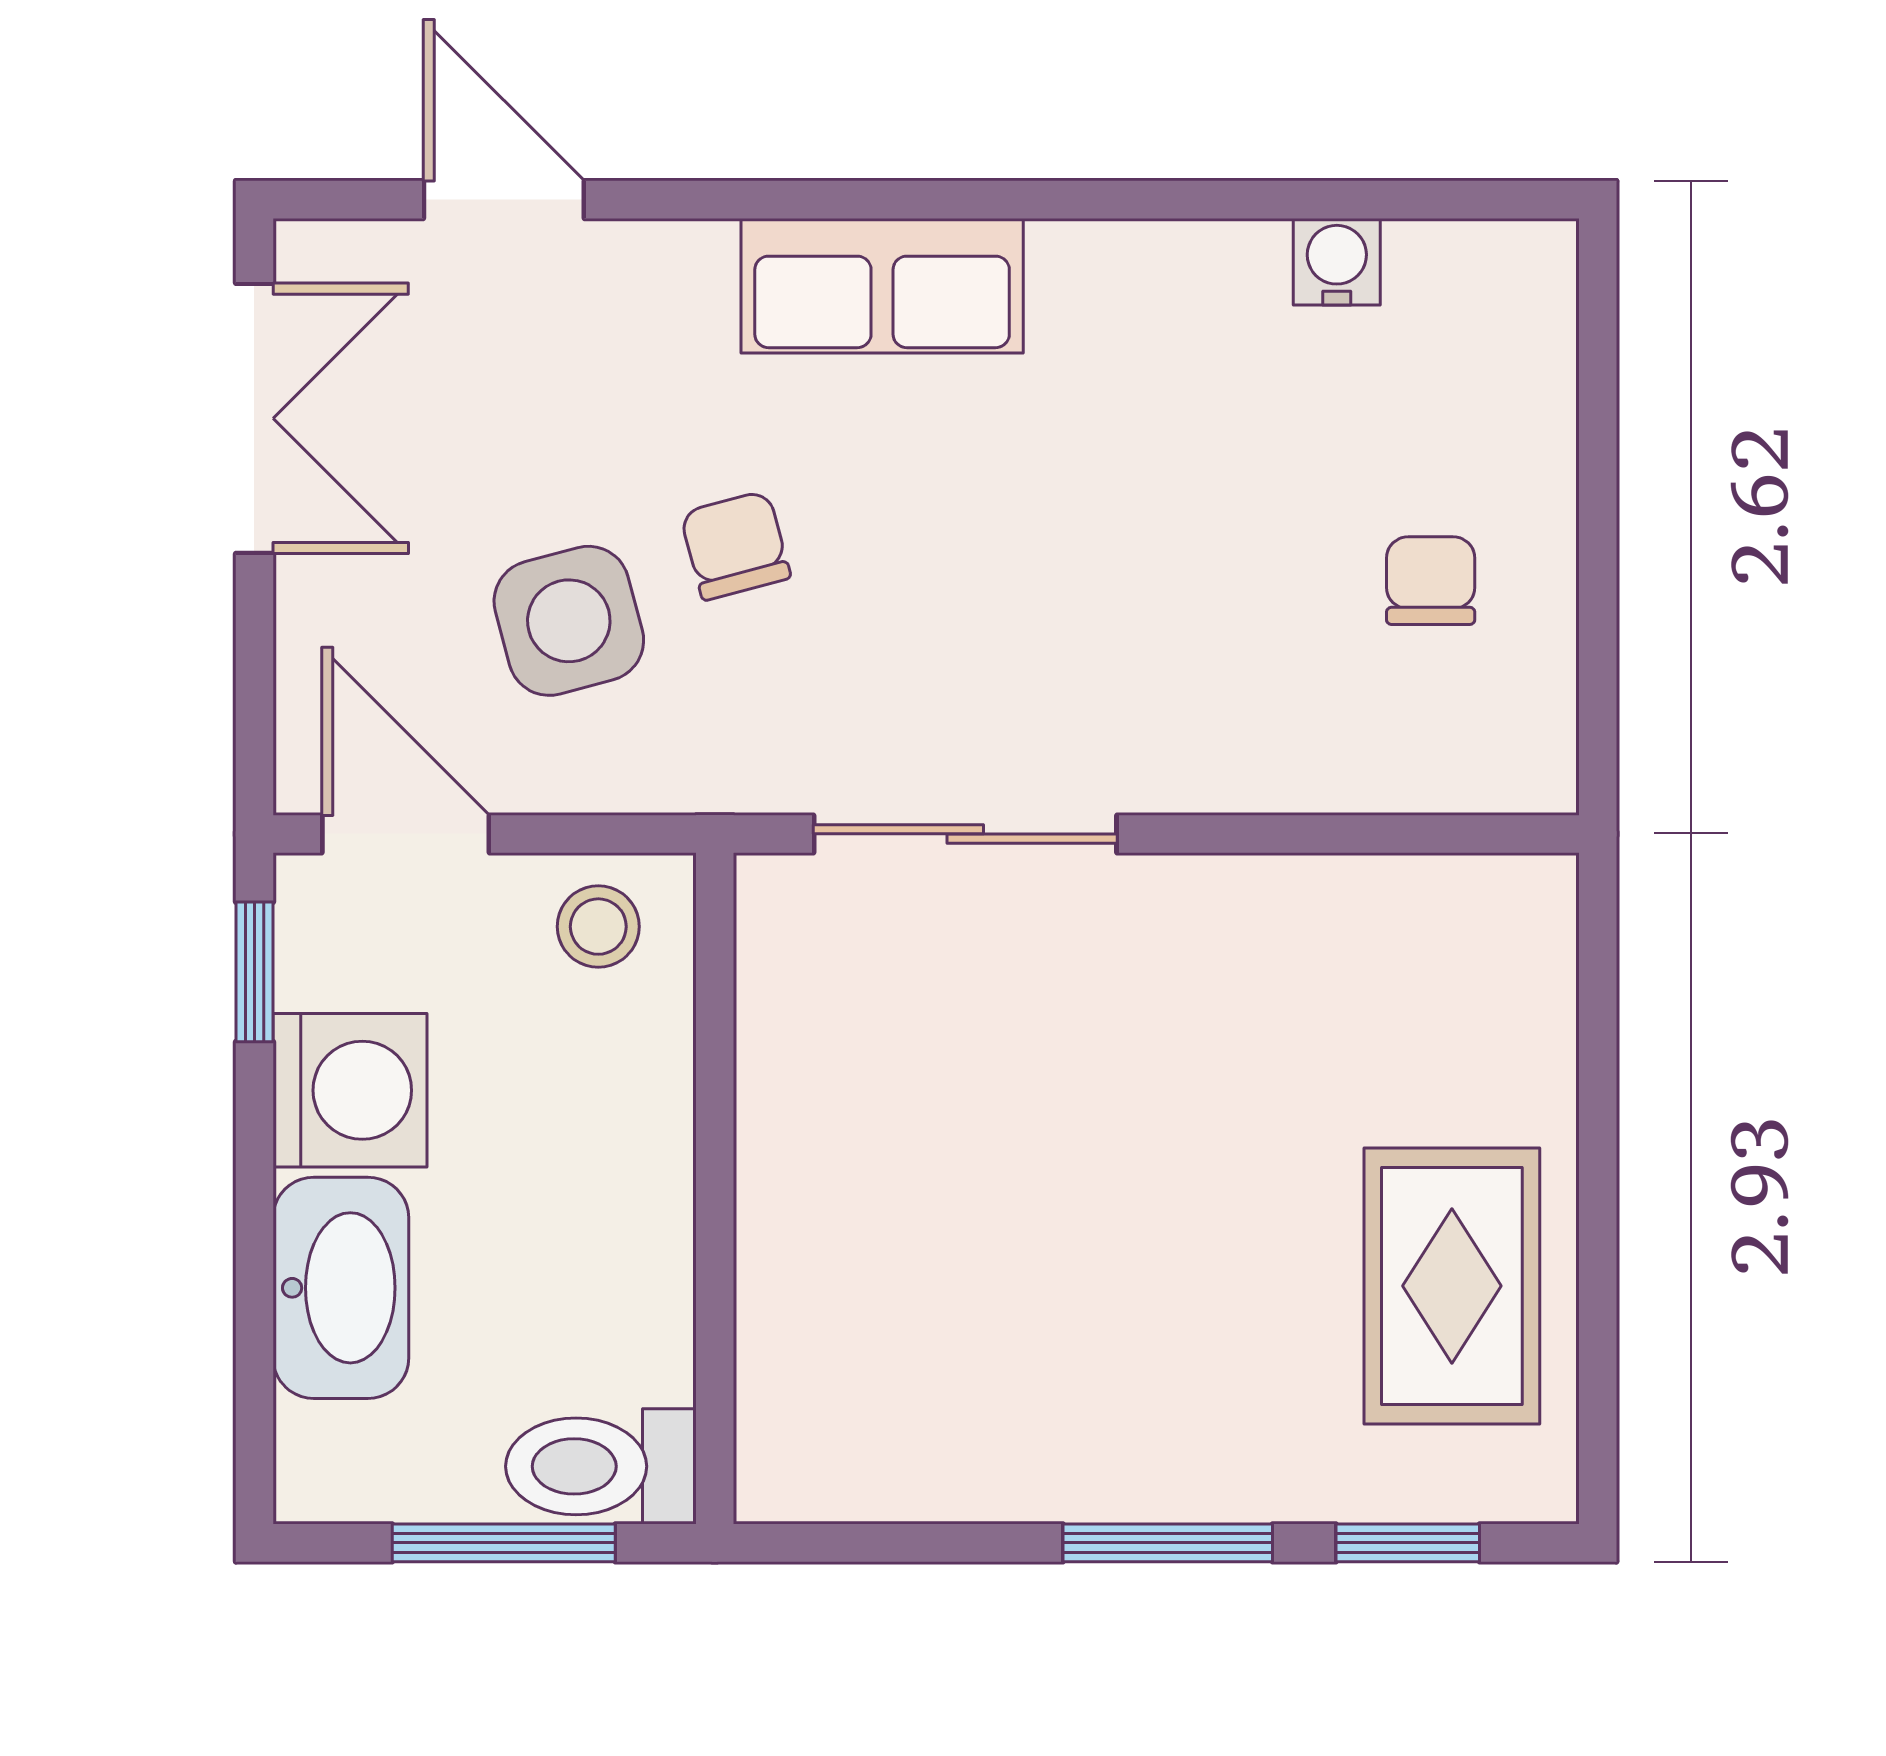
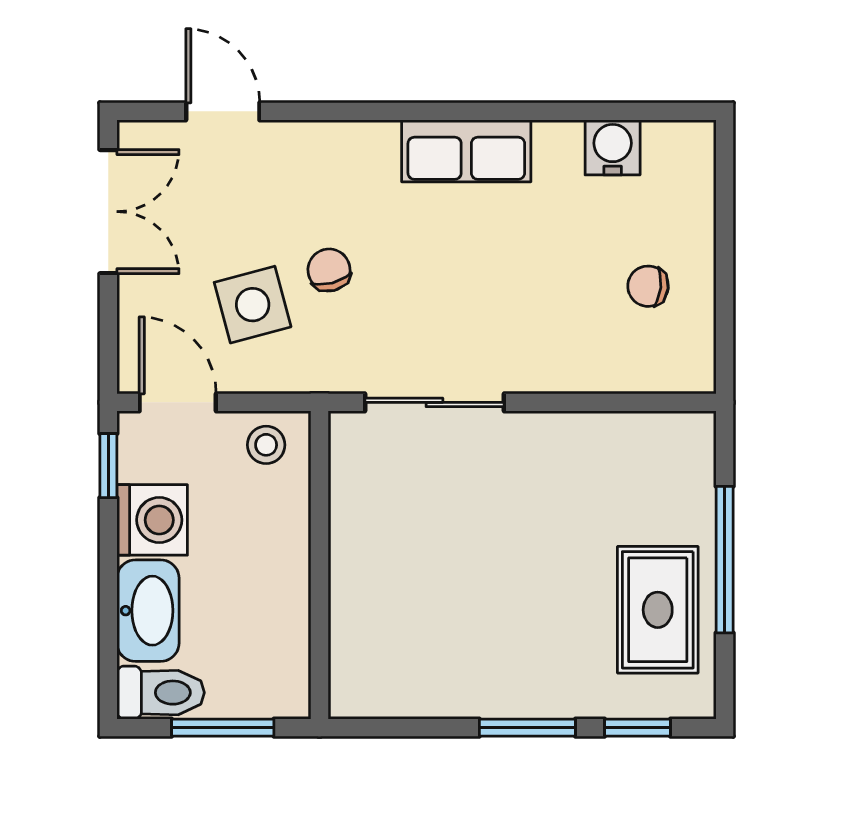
water cooler: (1337, 262) -> (613, 147), width x1.38, depth x1.38
row of seats: (882, 286) -> (466, 151), moved
chair: (1431, 581) -> (648, 286), turned -84
window: (1598, 1177) -> (725, 560), added
toilet: (601, 1466) -> (161, 693), moved, turned 180

